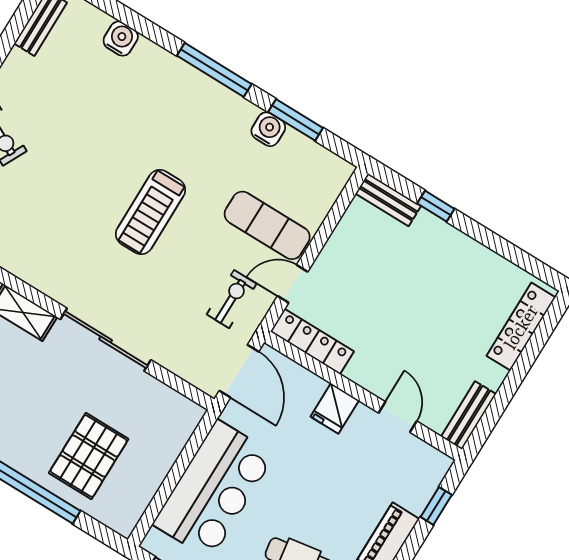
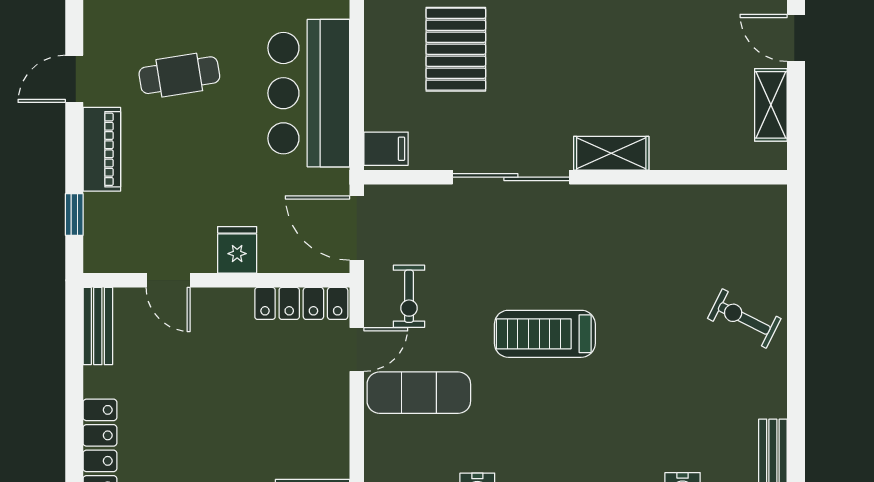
treadmill: (151, 212) -> (545, 334), turned -90
filing cabinet: (183, 415) -> (386, 149), added

